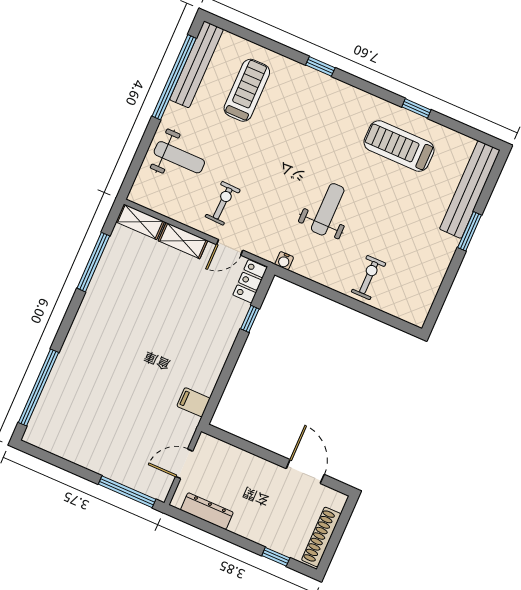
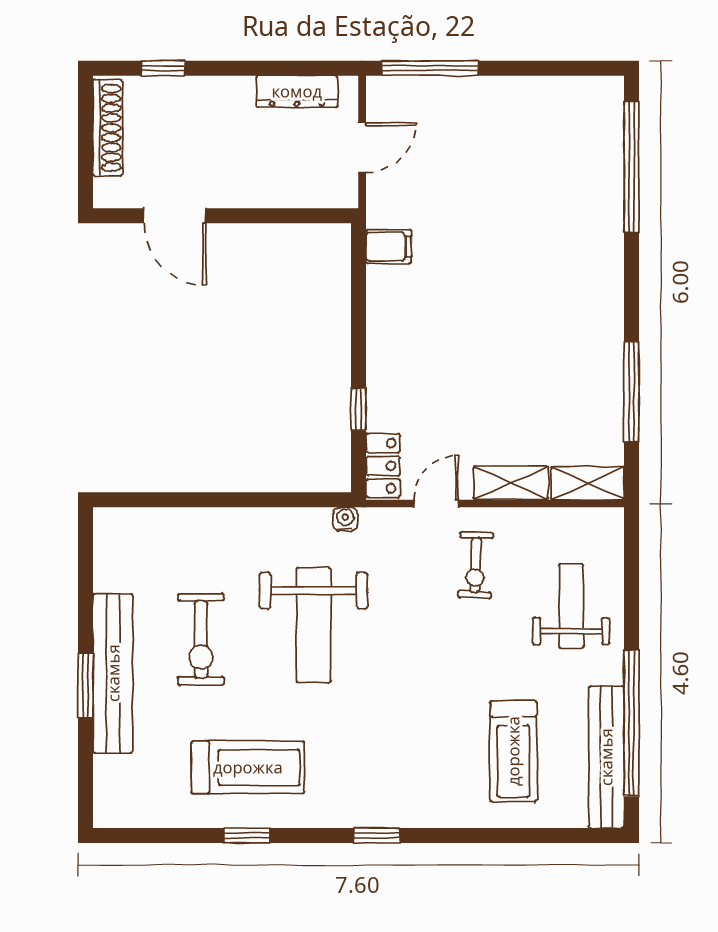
window: (320, 66) -> (377, 835), moved
weight bench: (179, 157) -> (571, 606), turned 90
bench: (470, 190) -> (113, 673), moved
weight bench: (328, 209) -> (314, 625), width x1.36, depth x1.33
exercise bike: (369, 278) -> (201, 640), moved, width x1.38, depth x1.39

